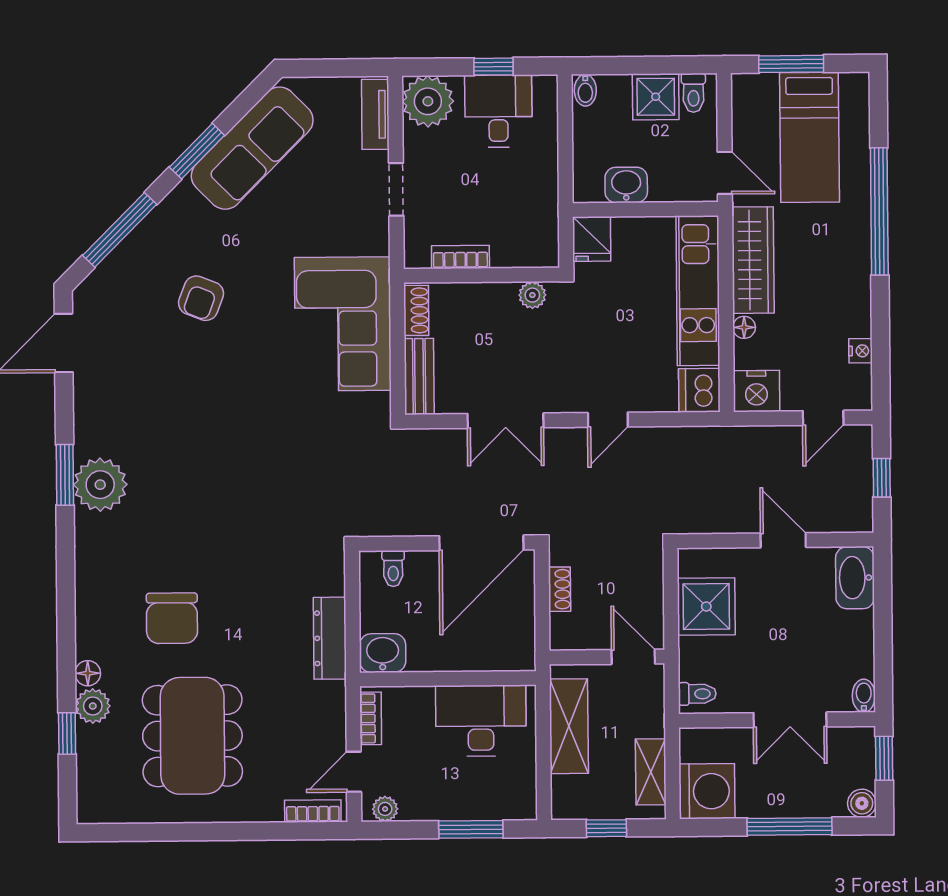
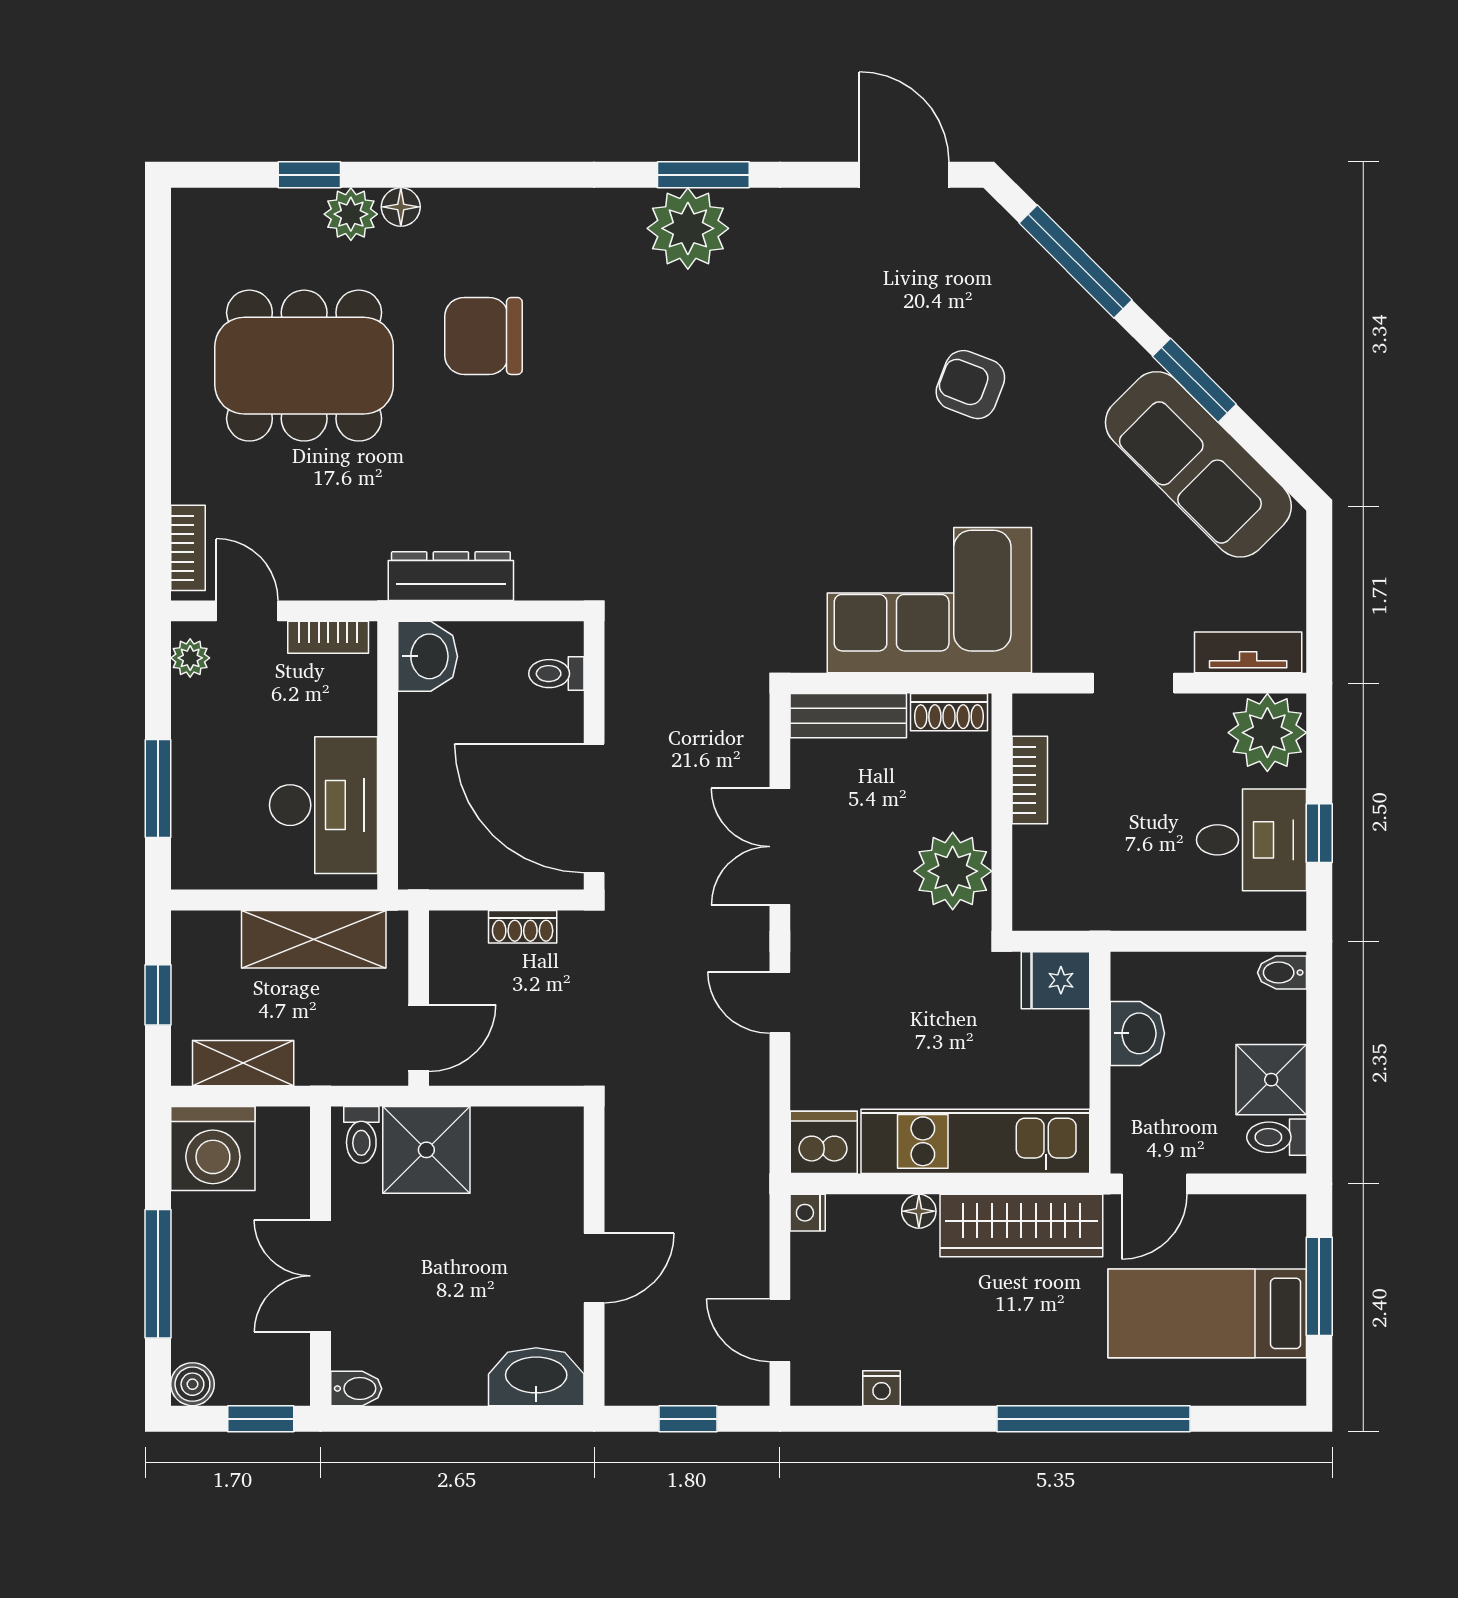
plant: (532, 295) -> (953, 871), width x1.88, depth x1.88
nightstand: (756, 391) -> (808, 1213), width x0.53, depth x0.56
shower: (706, 607) -> (426, 1150), moved

